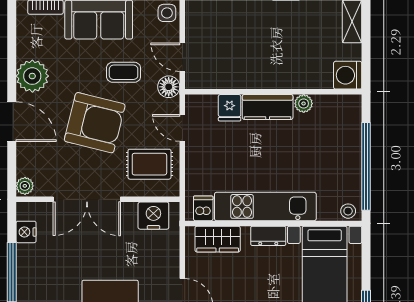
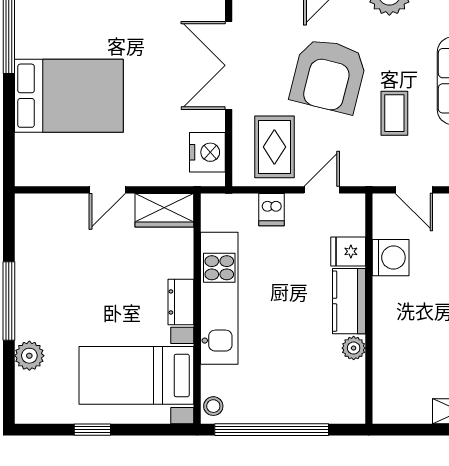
door: (182, 57) -> (414, 190), swing flipped
washing machine: (348, 75) -> (391, 258), moved, turned 90
floor lamp: (169, 87) -> (375, 172), removed
dishwasher: (203, 208) -> (271, 210), moved, turned 90
wardrobe: (218, 239) -> (164, 210), moved, turned -90

